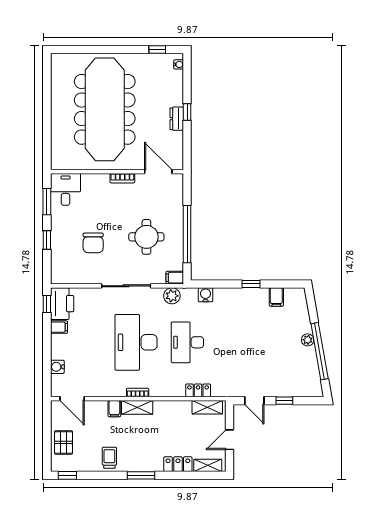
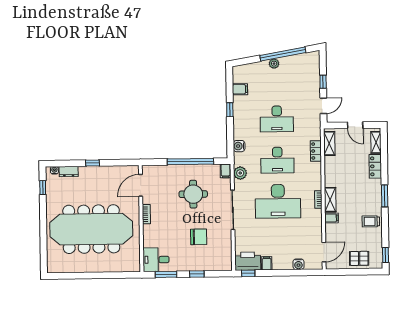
dresser: (177, 119) -> (69, 172), moved
desk: (239, 342) -> (277, 119), added

